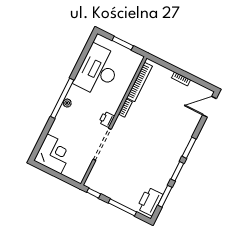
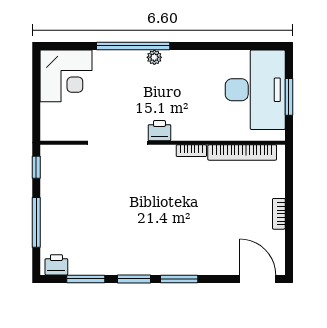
desk: (98, 70) -> (255, 90), moved, turned 90
window: (62, 98) -> (133, 46), moved
printer: (150, 202) -> (56, 265), width x0.53, depth x0.68

